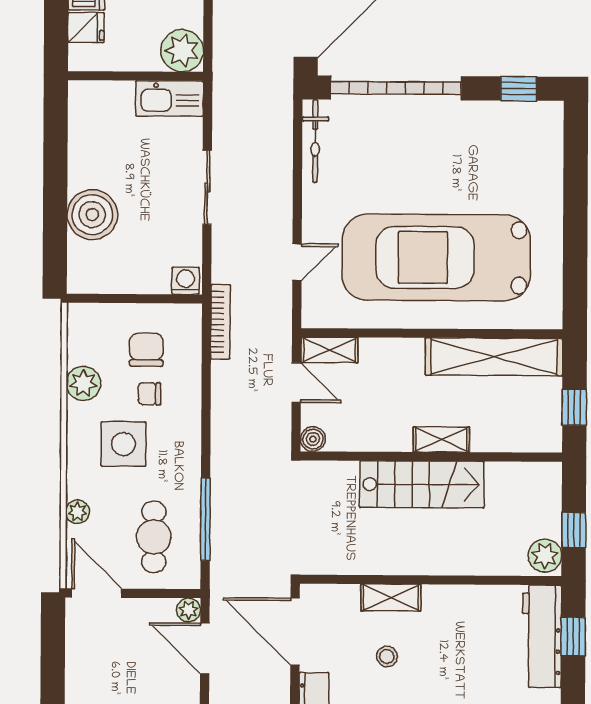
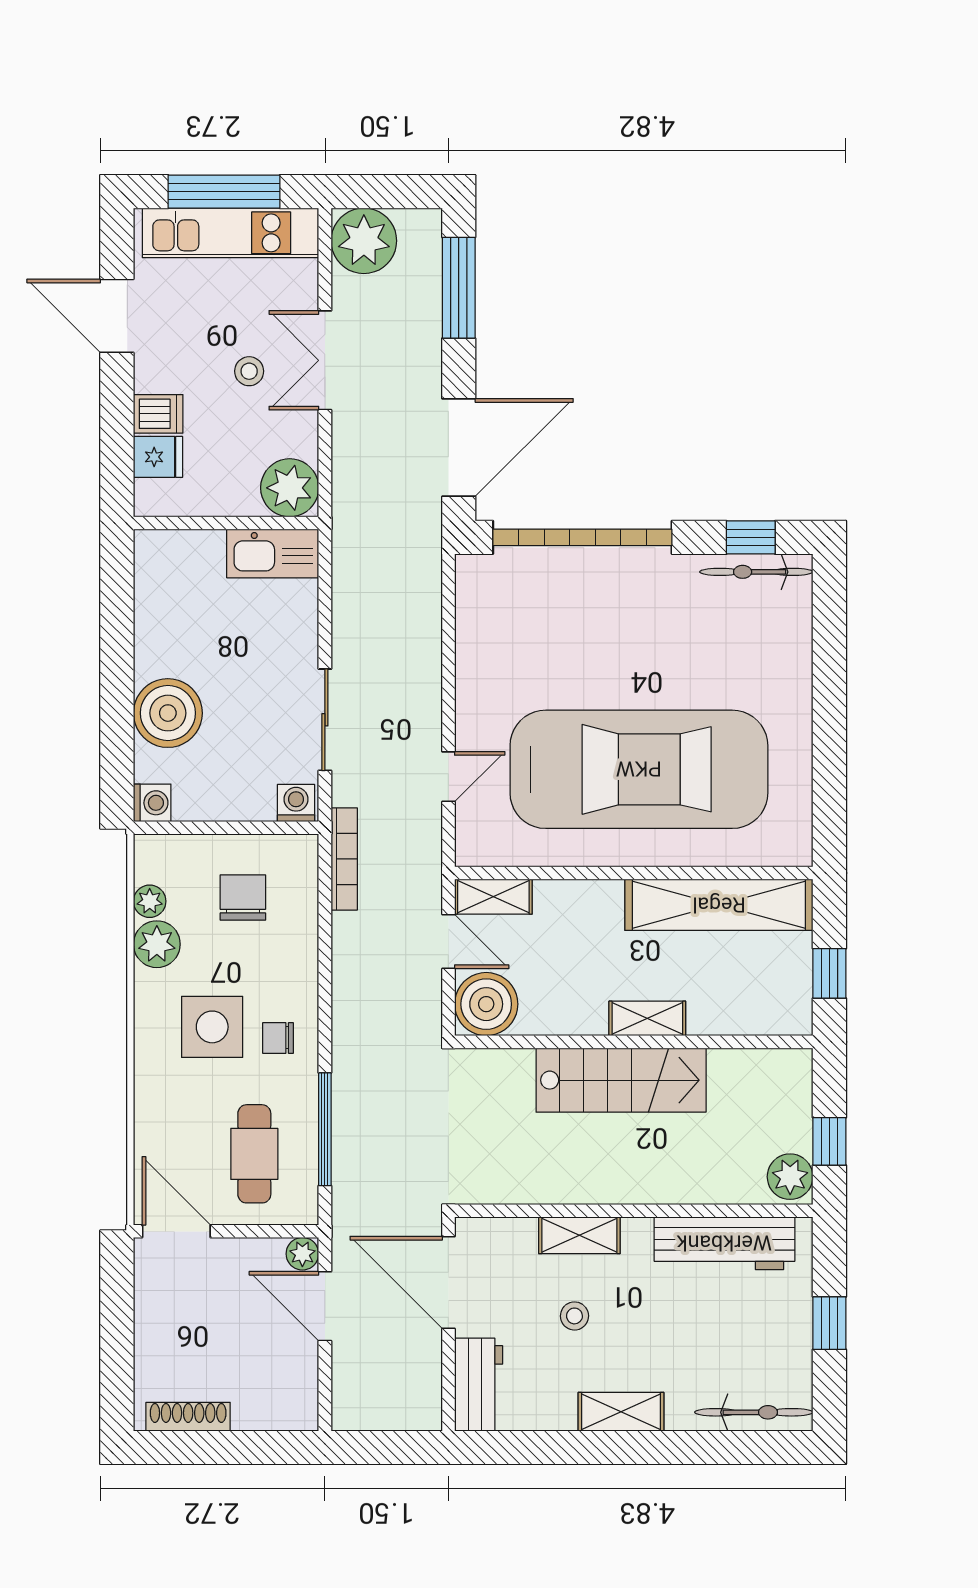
bicycle: (315, 141) -> (756, 572), moved, turned 90
sliding door: (207, 188) -> (325, 720), moved
car: (436, 258) -> (639, 769), turned 180
washing machine: (81, 280) -> (152, 803), added
chair: (149, 394) -> (278, 1038), moved
boiler: (313, 439) -> (486, 1004), width x1.86, depth x1.86
plant: (77, 512) -> (150, 901), moved
workbench: (542, 636) -> (724, 1243), moved, turned -90
window: (573, 637) -> (829, 1323), moved

